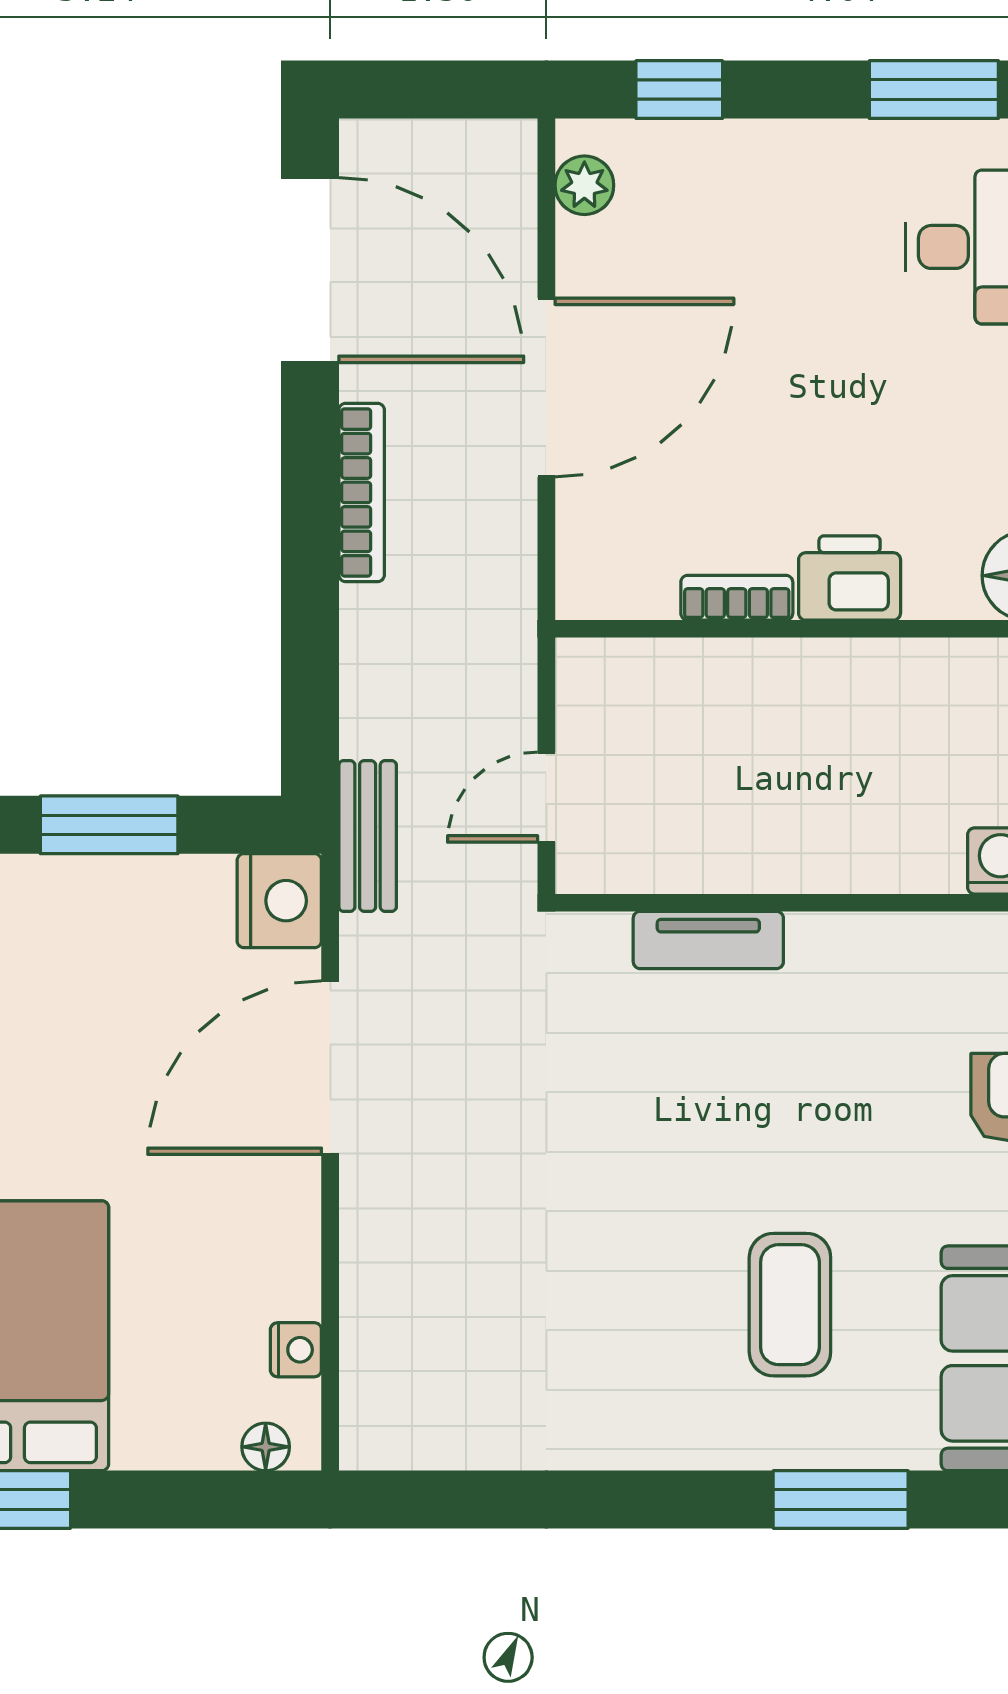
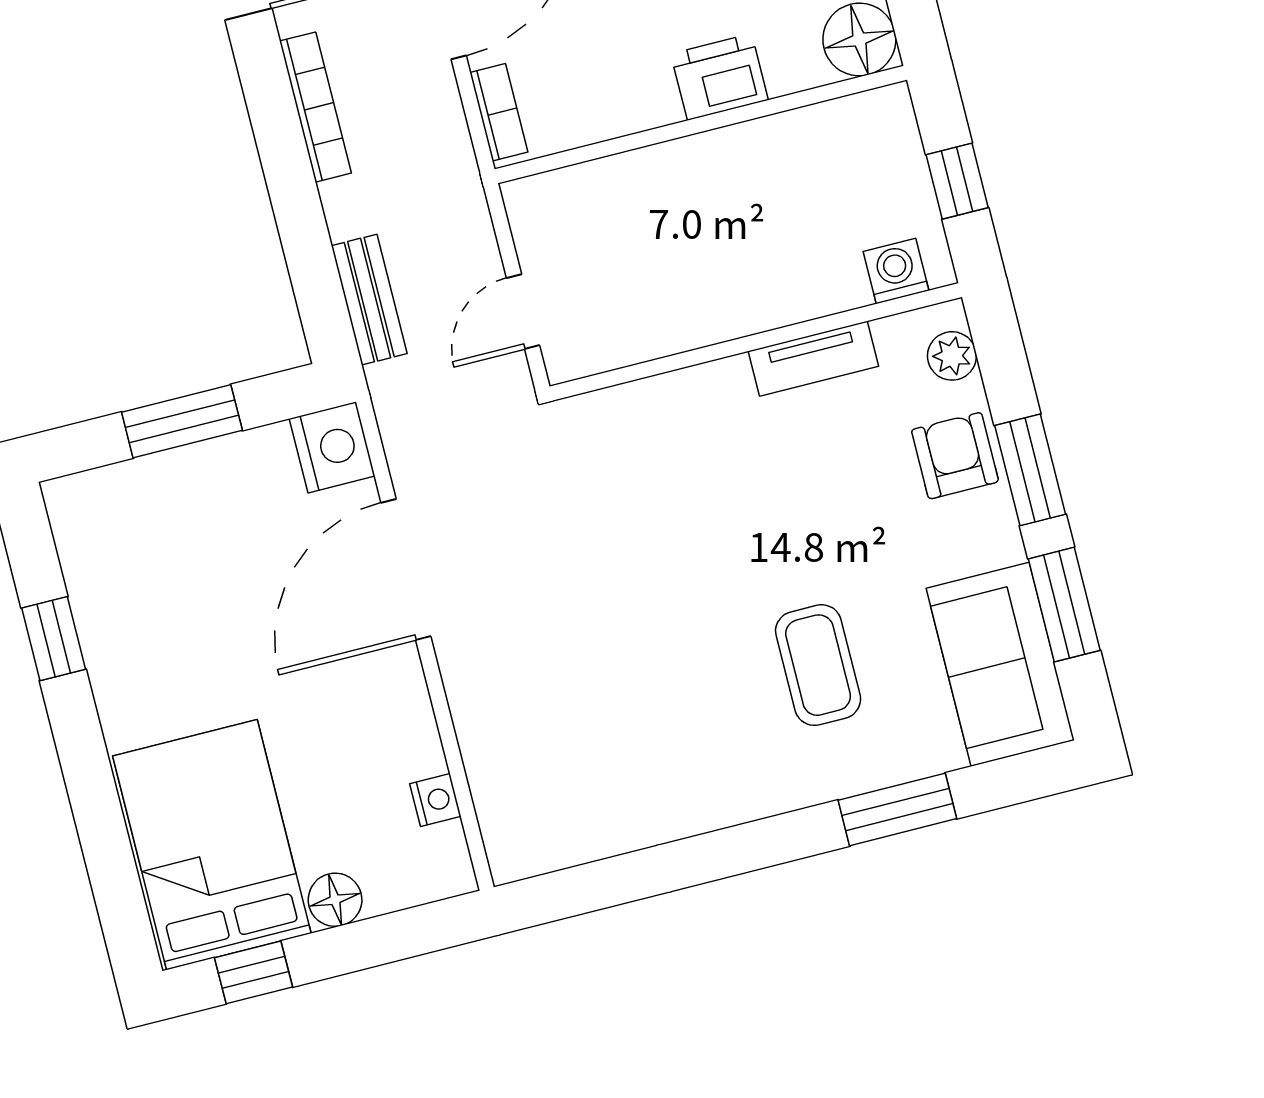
bookcase: (737, 598) -> (499, 112), moved, turned 90
bench: (368, 836) -> (369, 300), moved
tv unit: (708, 940) -> (813, 359), moved
floor lamp: (266, 1447) -> (335, 900), moved, width x1.37, depth x1.37

